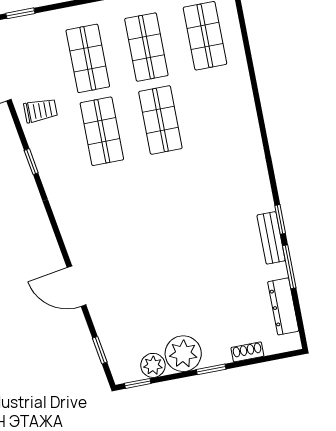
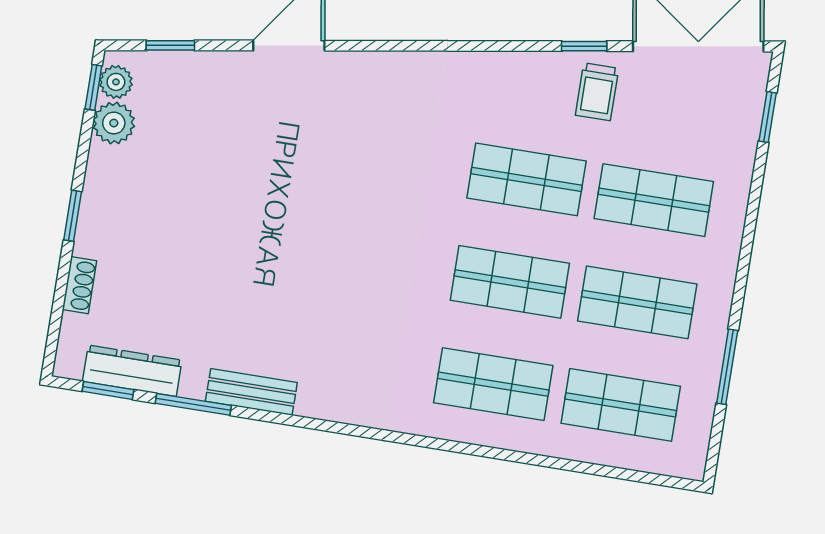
shop shelf: (219, 109) -> (493, 384), added
window: (31, 162) -> (584, 46), moved
window: (280, 219) -> (108, 391), moved
plant: (183, 354) -> (116, 82), moved, width x0.53, depth x0.53

